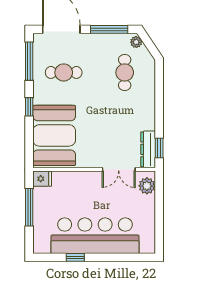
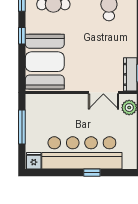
fridge: (42, 179) -> (34, 161), moved, turned -90
window: (75, 257) -> (92, 173), moved

